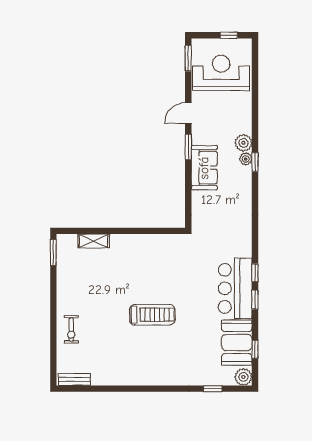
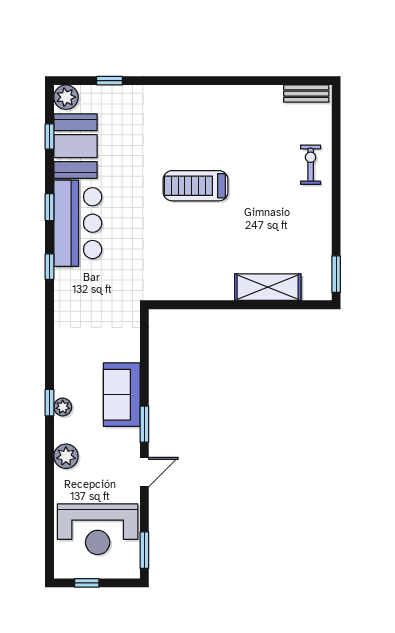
plant: (243, 143) -> (66, 456), moved
shelving: (94, 241) -> (268, 287), width x1.50, depth x1.33
window: (255, 273) -> (50, 267), moved

